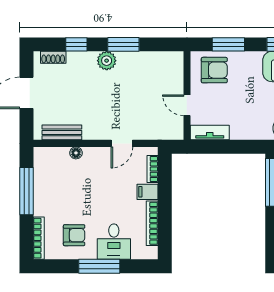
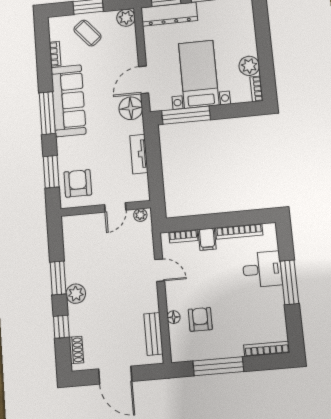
plant: (177, 129) -> (140, 215), added
tv unit: (210, 133) -> (139, 154), moved
armchair: (74, 235) -> (200, 319), moved

